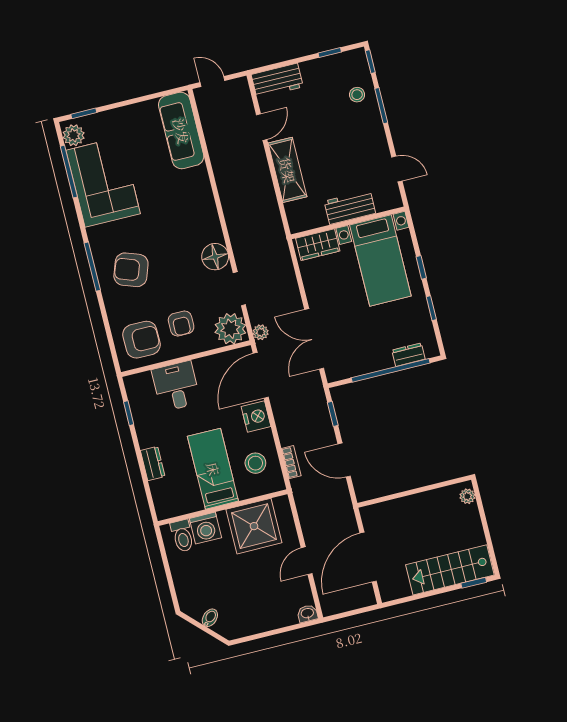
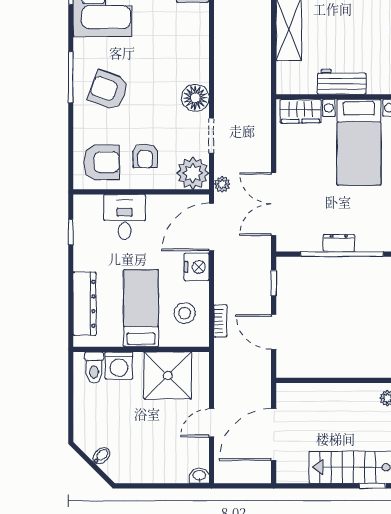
dresser: (408, 355) -> (339, 243), moved
dresser: (153, 463) -> (85, 304), width x1.96, depth x1.24

